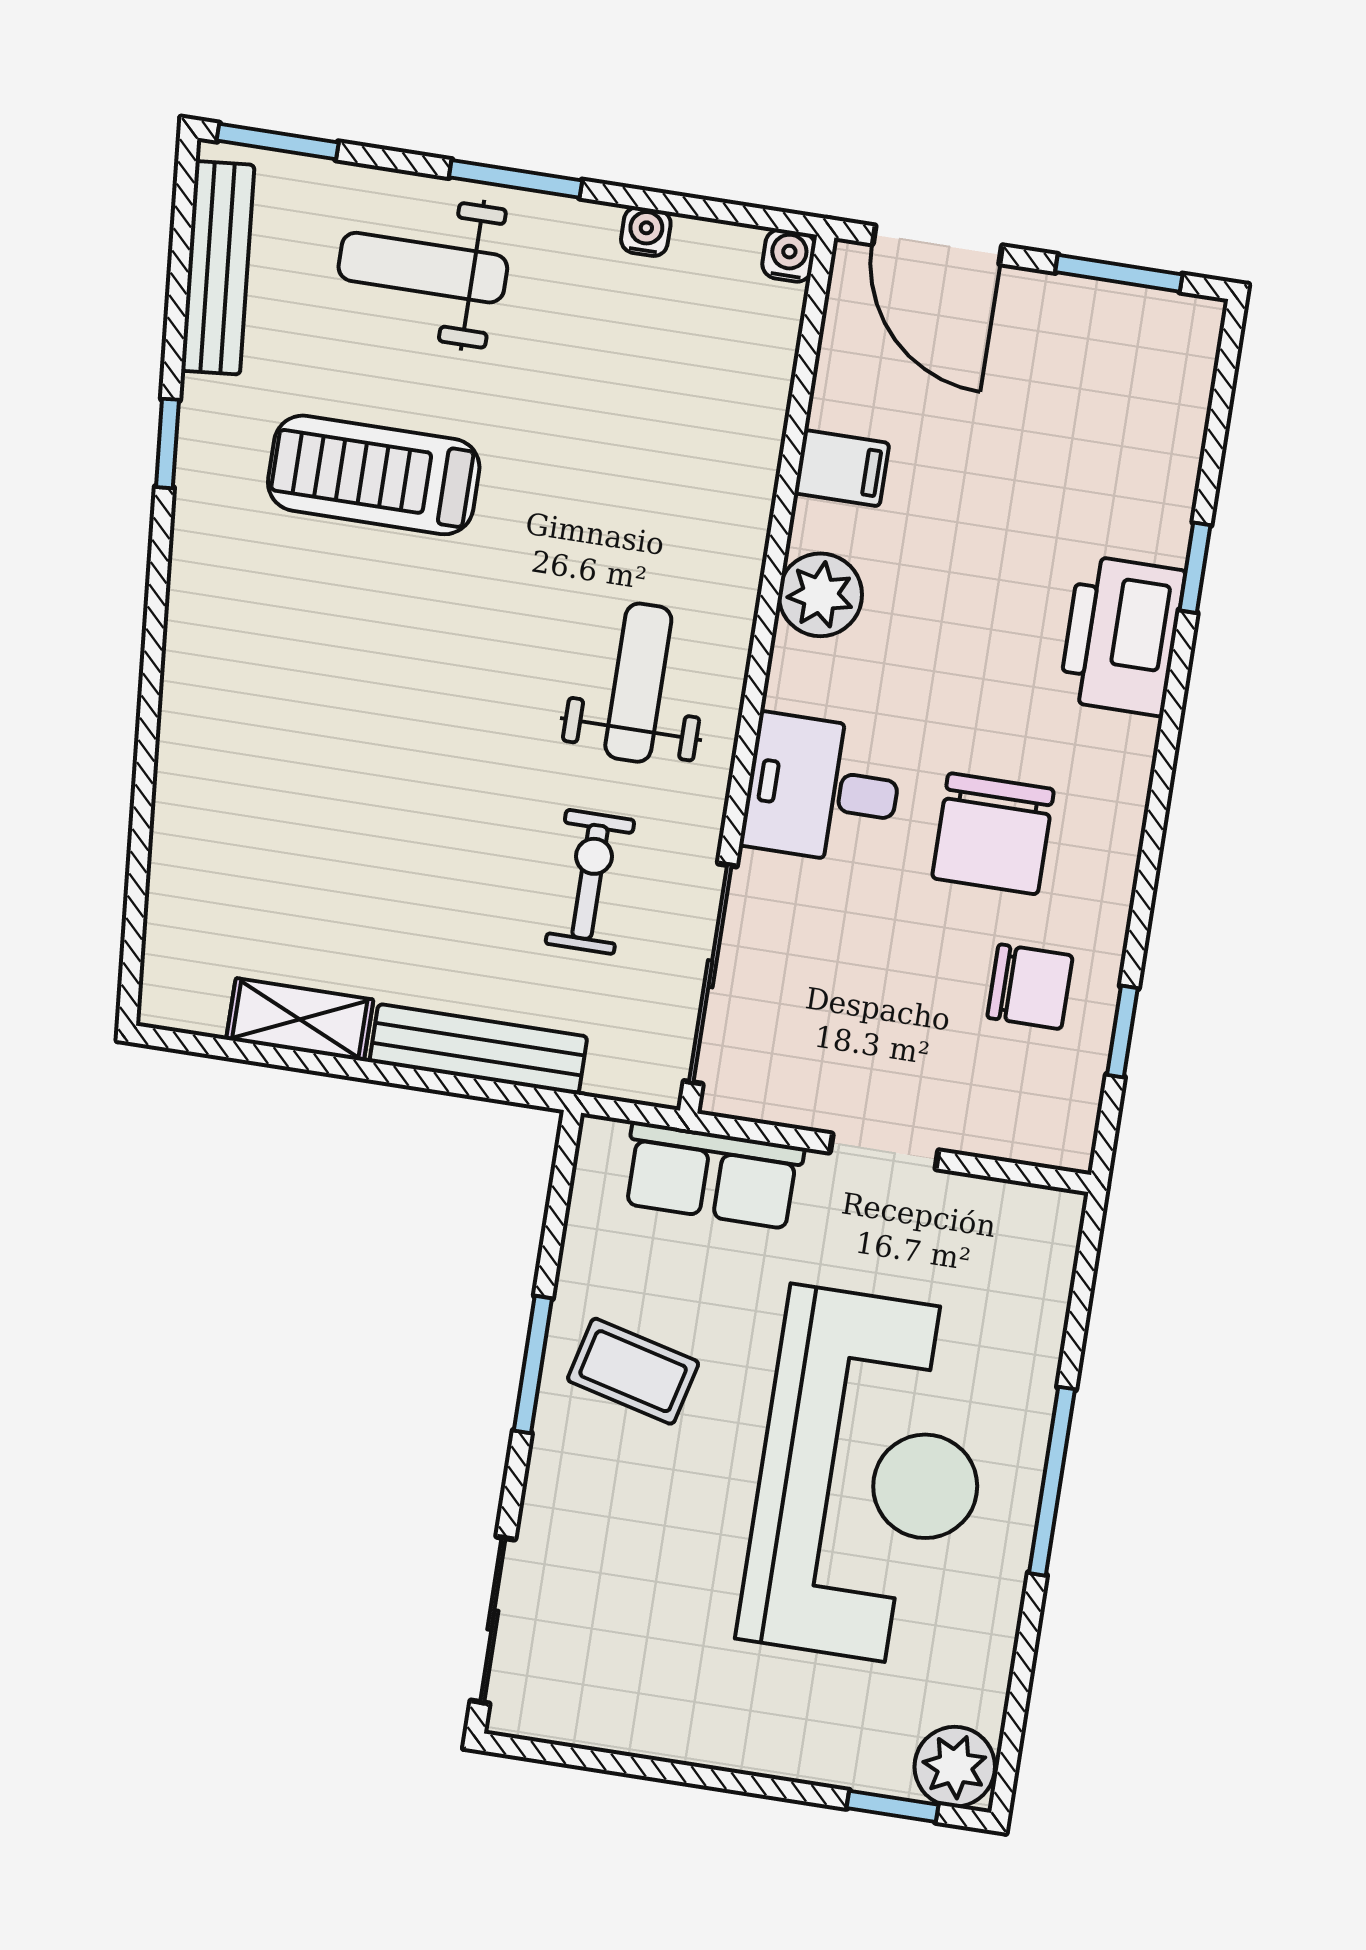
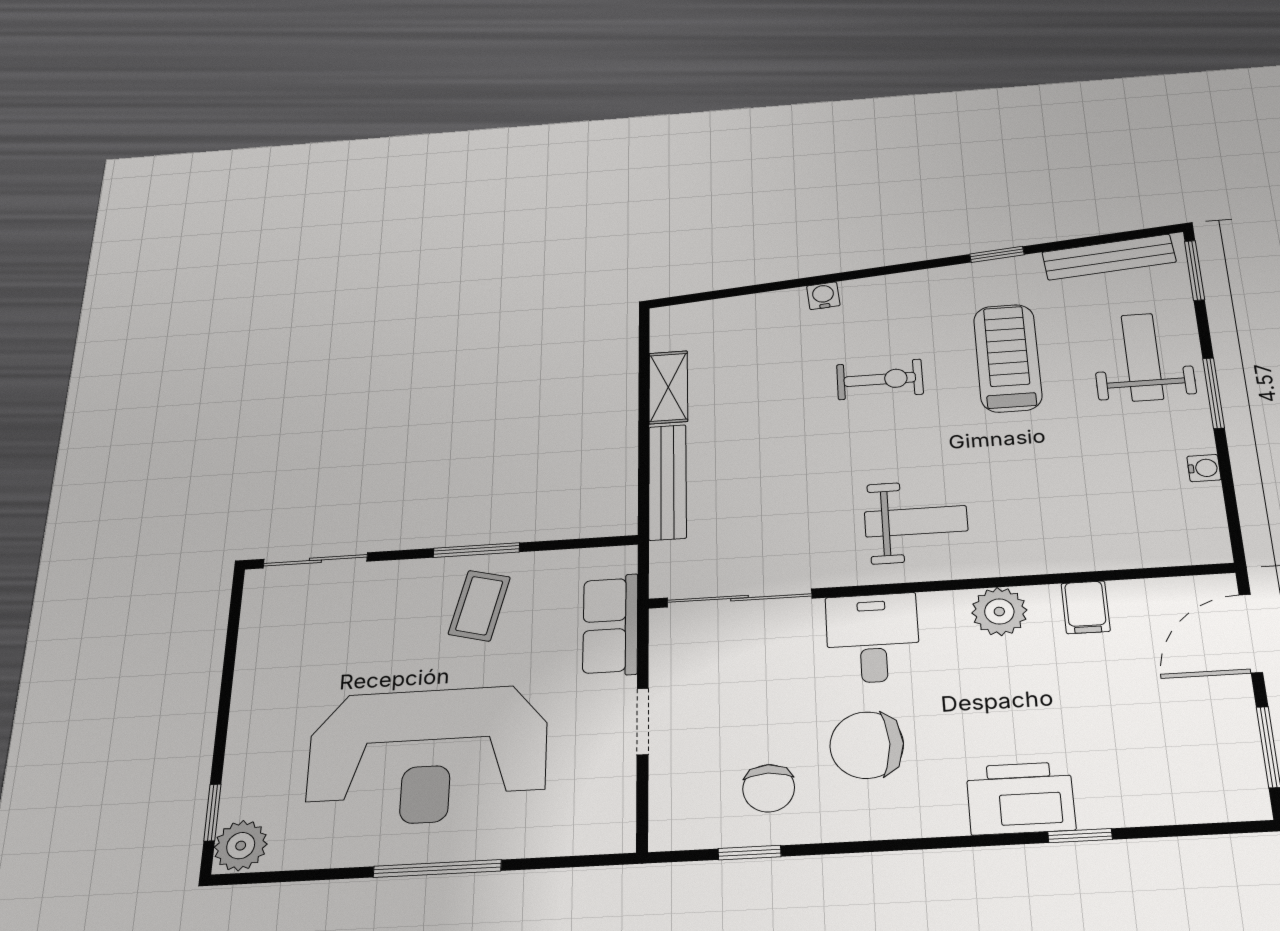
water cooler: (789, 256) -> (823, 296), moved, turned -95
exercise bike: (590, 882) -> (880, 379), moved

